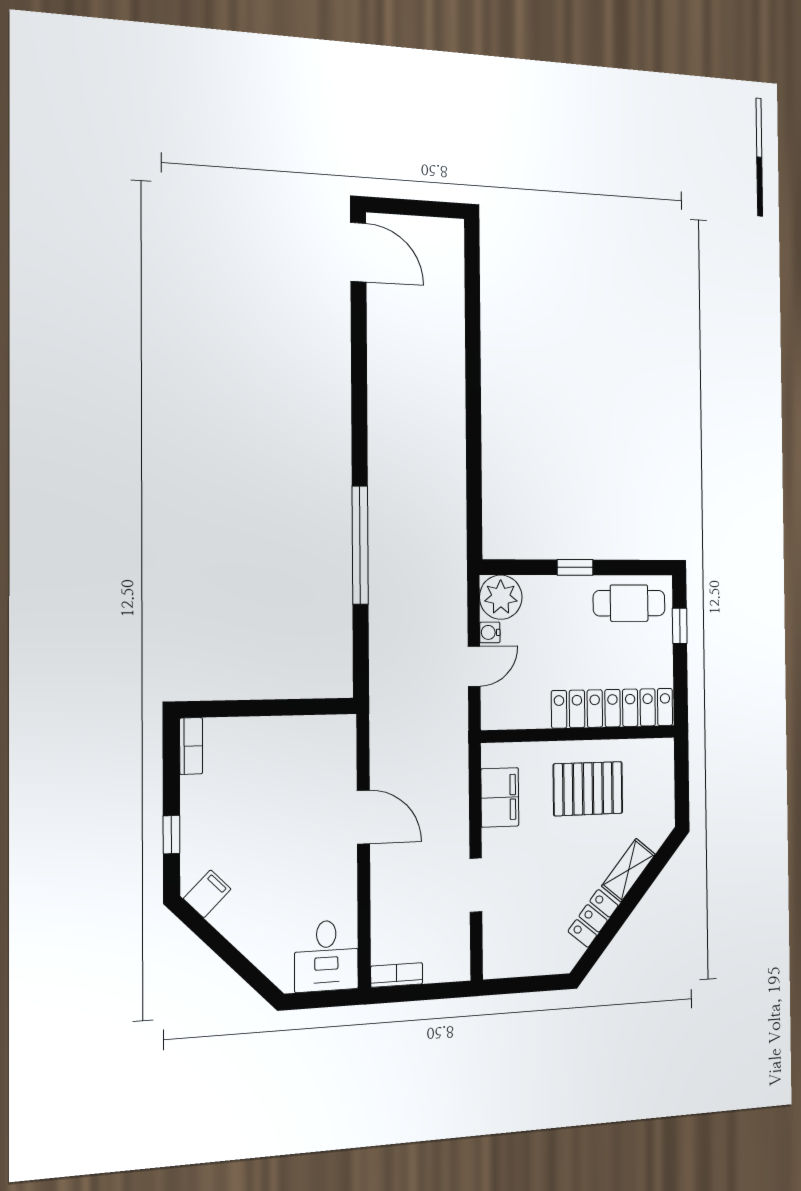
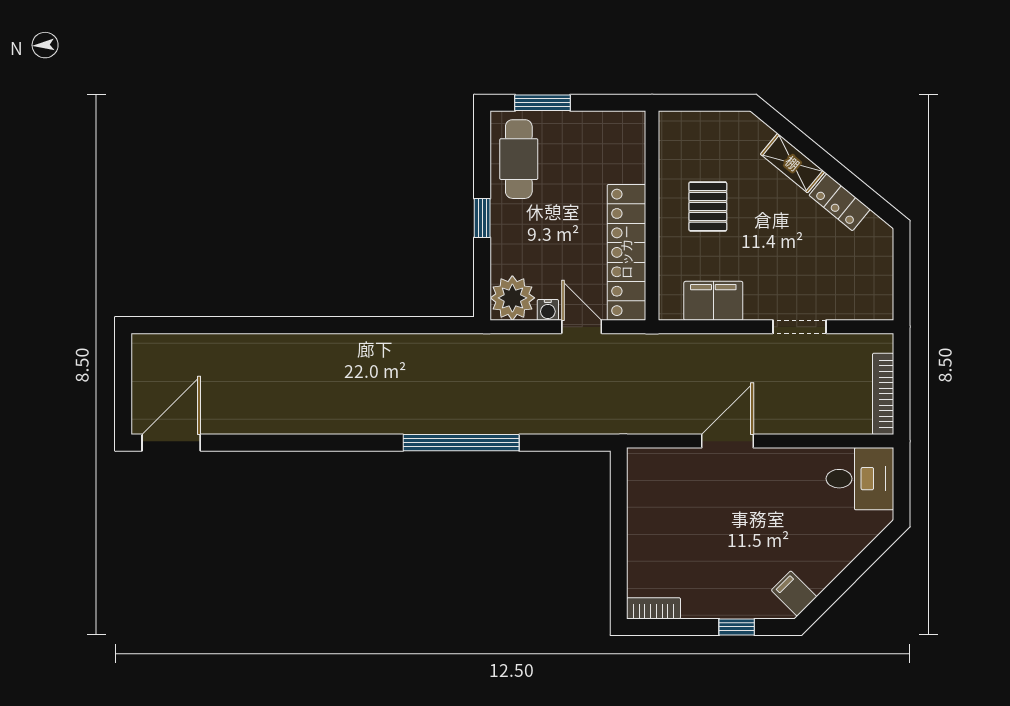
window: (680, 626) -> (543, 103), width x1.50
locker: (613, 708) -> (626, 252), moved
pallet: (588, 789) -> (708, 206), width x0.67, depth x0.71
bookcase: (397, 975) -> (883, 394), width x1.56

